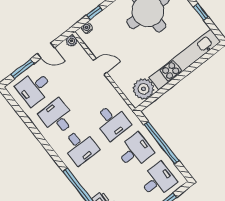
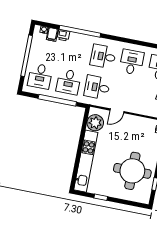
door: (100, 66) -> (117, 111), moved
desk: (57, 117) -> (132, 62), turned -90

